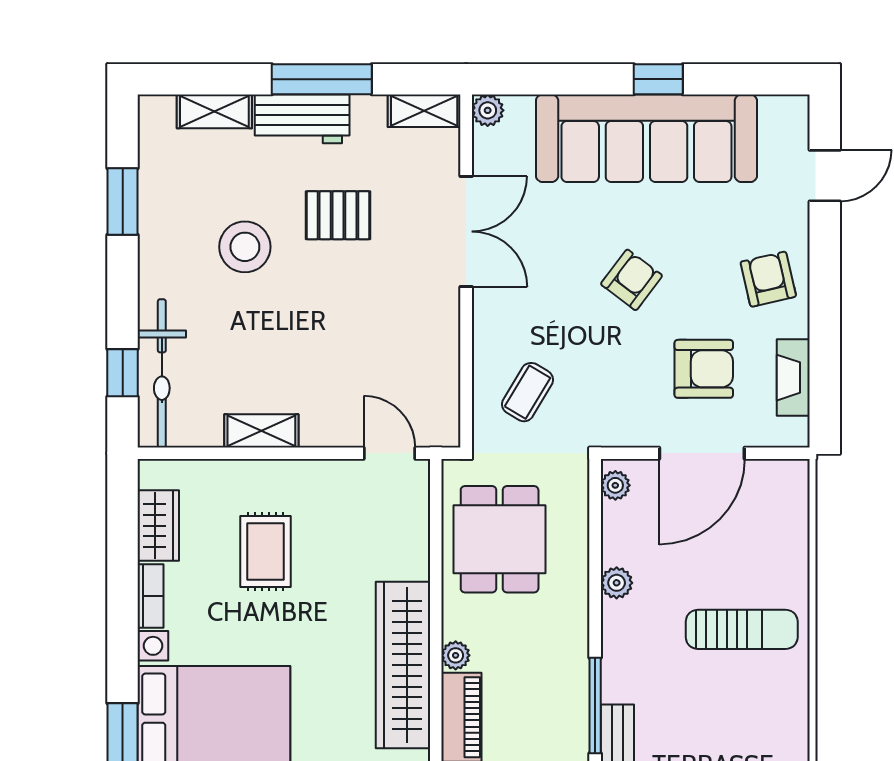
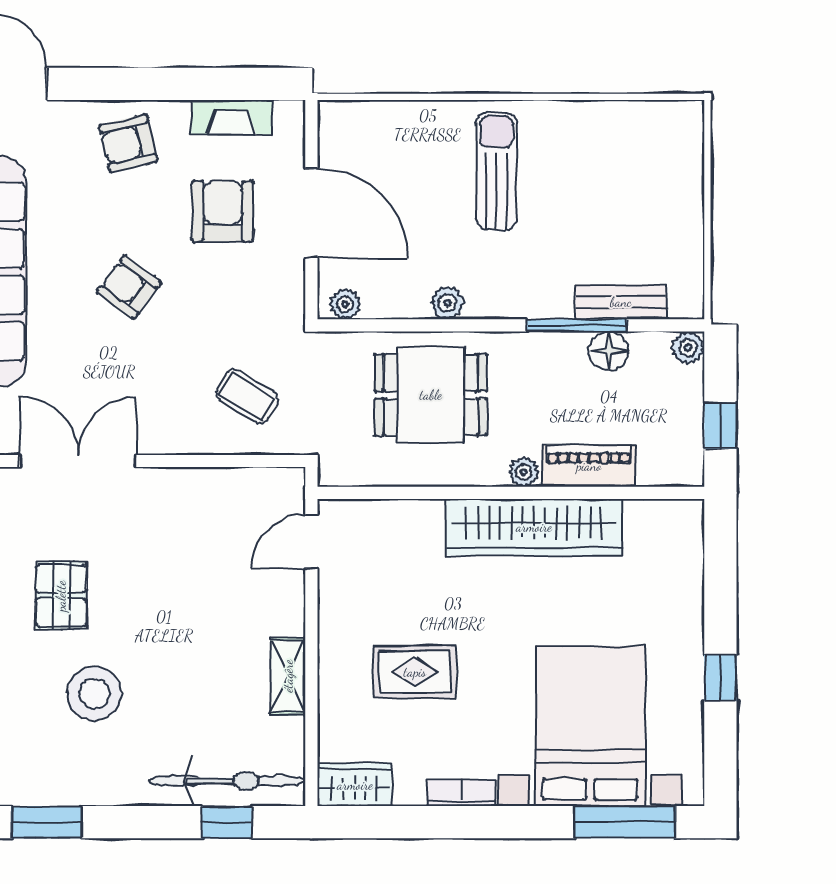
wardrobe: (158, 526) -> (355, 785), moved
dining table: (500, 539) -> (431, 395), moved
floor lamp: (571, 736) -> (609, 351), added

